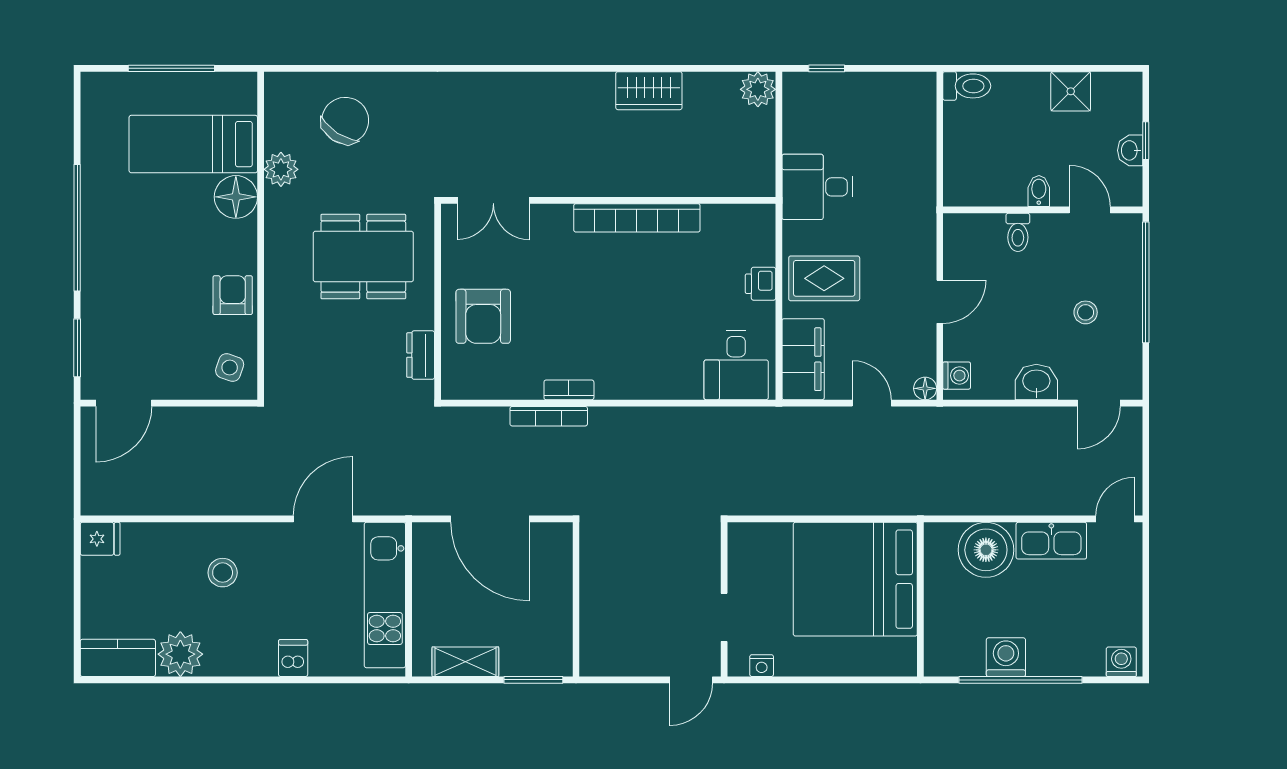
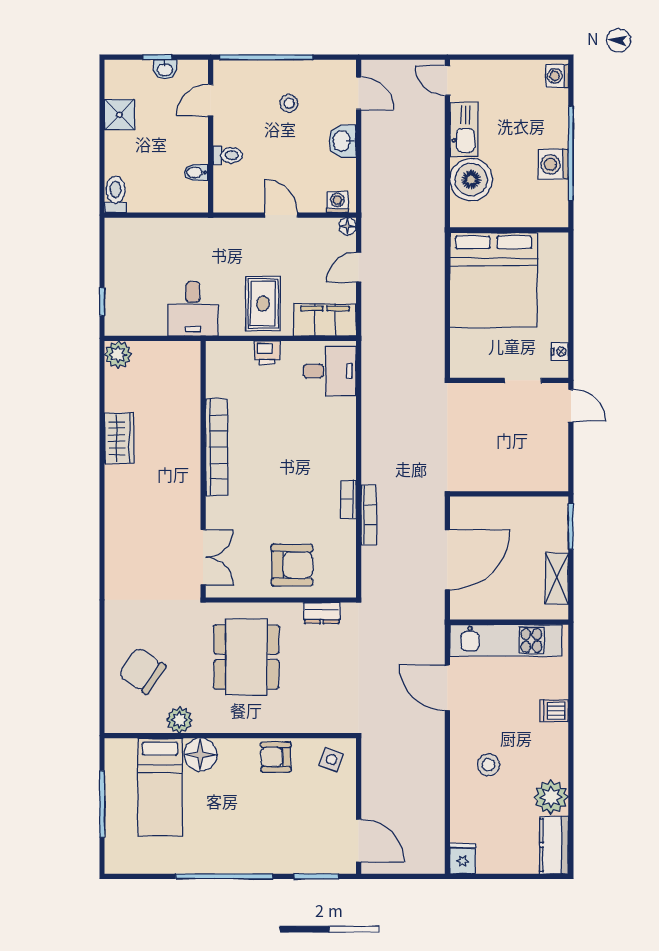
bidet: (1039, 191) -> (196, 172), moved

